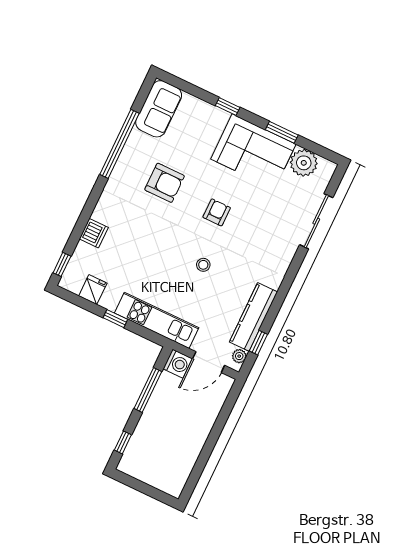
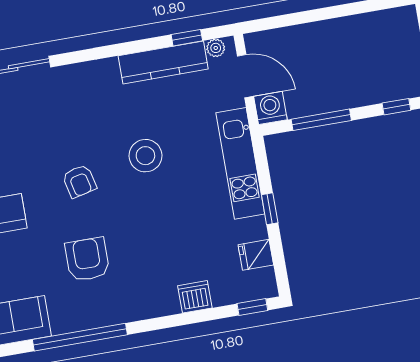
armchair: (217, 212) -> (79, 181), turned -103
stool: (203, 265) -> (145, 156), width x1.89, depth x1.89

